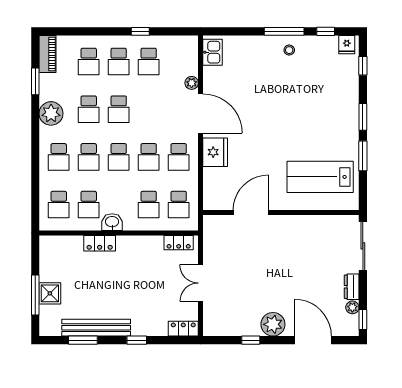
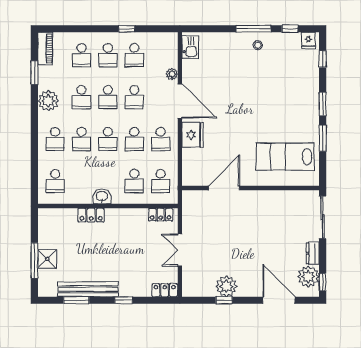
school desk: (89, 205) -> (134, 97), moved
plant: (352, 307) -> (308, 276), width x1.87, depth x1.87
plant: (273, 324) -> (226, 286), moved

